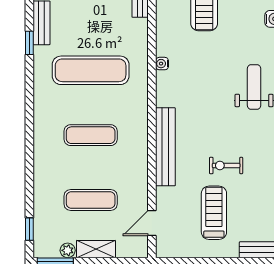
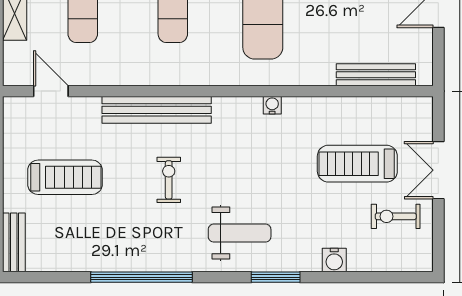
exercise bike: (226, 165) -> (169, 180), moved

